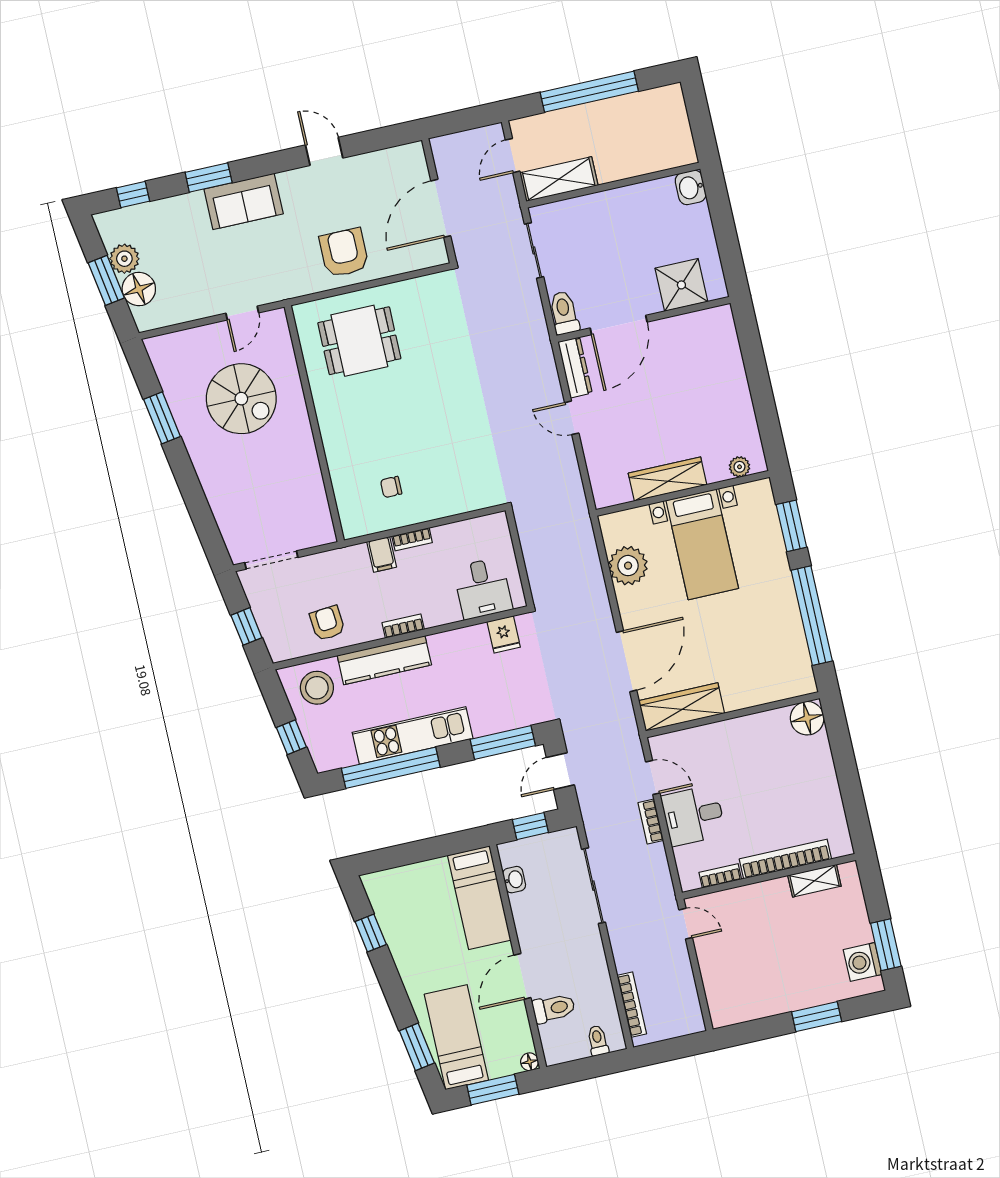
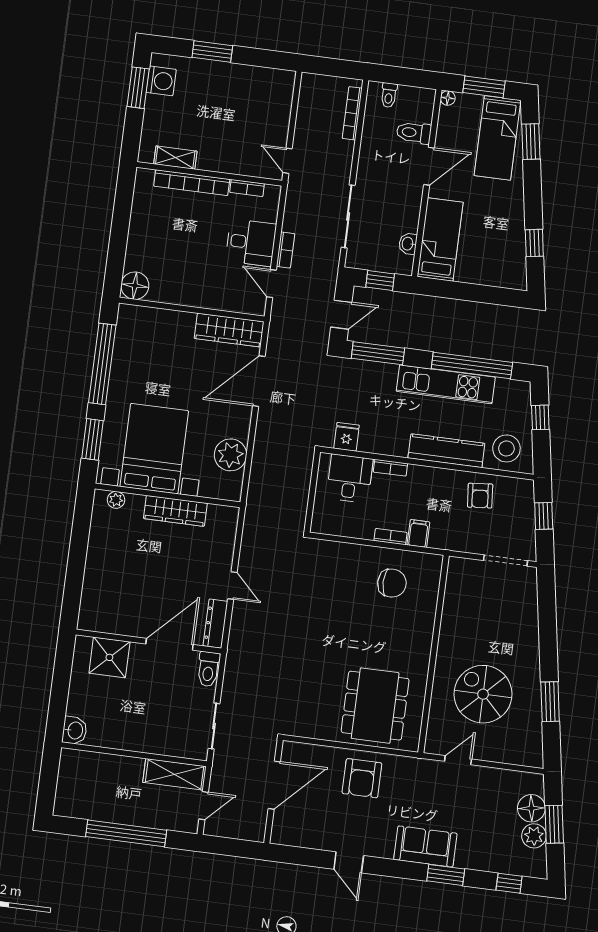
dining table: (359, 341) -> (375, 706), width x1.38
chair: (391, 487) -> (392, 583), width x1.87, depth x1.87
bed with nightstands: (702, 544) -> (154, 449), width x1.36
bookcase: (403, 626) -> (390, 468), moved

